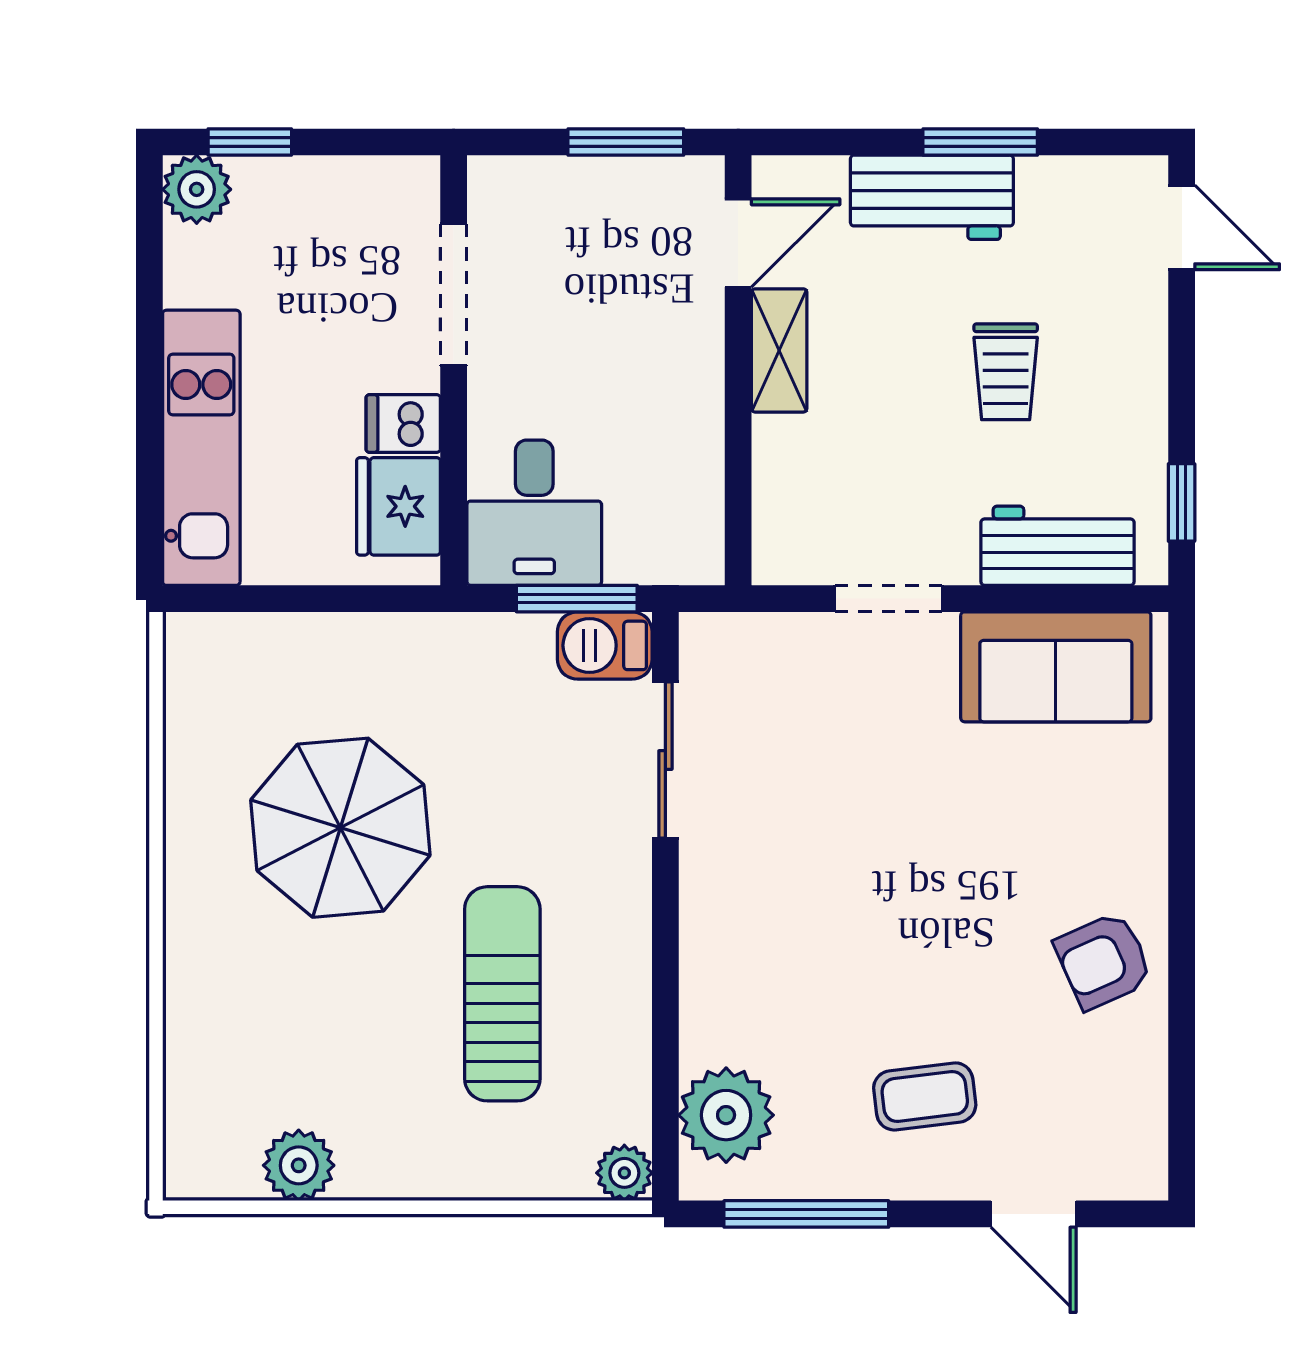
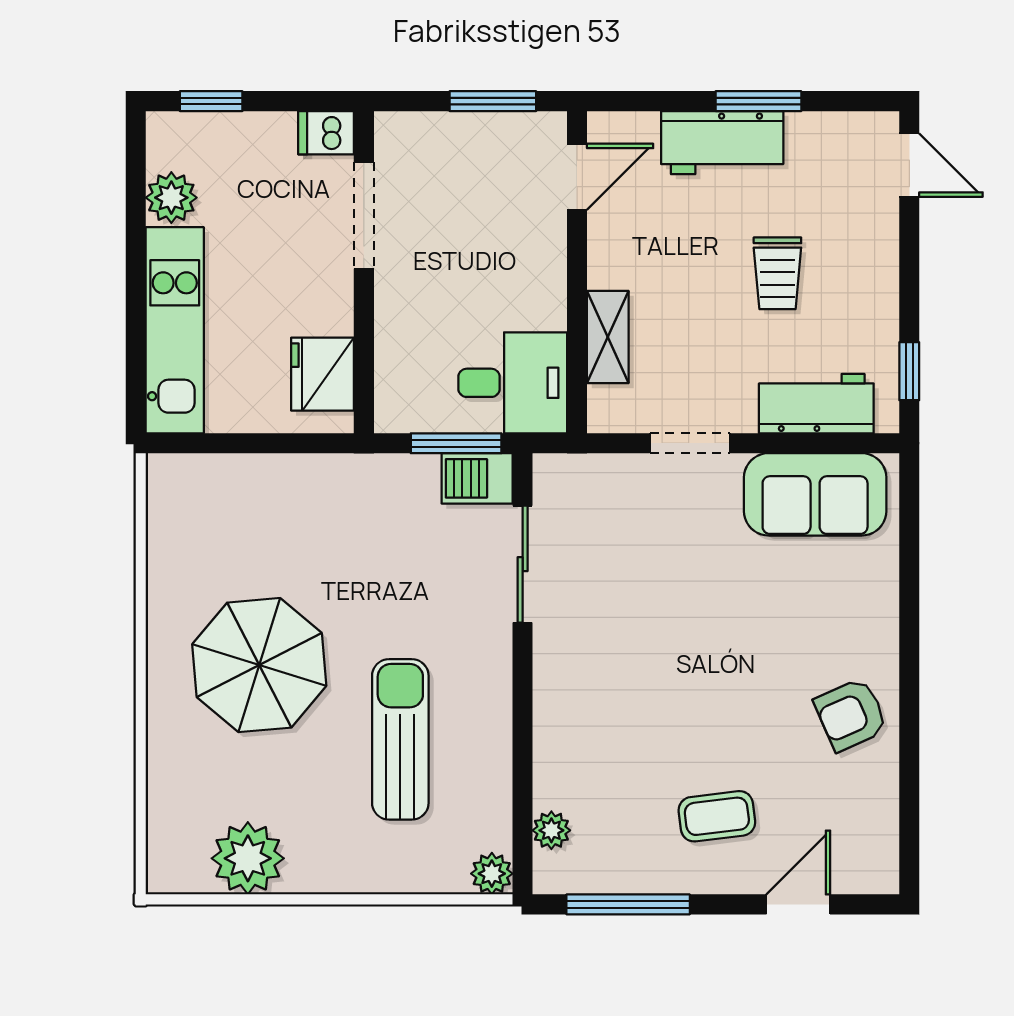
plant: (197, 189) -> (171, 198), moved
shelving: (779, 350) -> (608, 337), moved
dishwasher: (403, 424) -> (326, 133), moved
desk: (534, 513) -> (513, 383), moved, turned -90
parasol: (340, 828) -> (259, 665), moved
plant: (726, 1115) -> (551, 830), width x0.53, depth x0.53
plant: (299, 1165) -> (248, 858), width x1.36, depth x1.36
door: (1033, 1214) -> (798, 904), swing flipped

